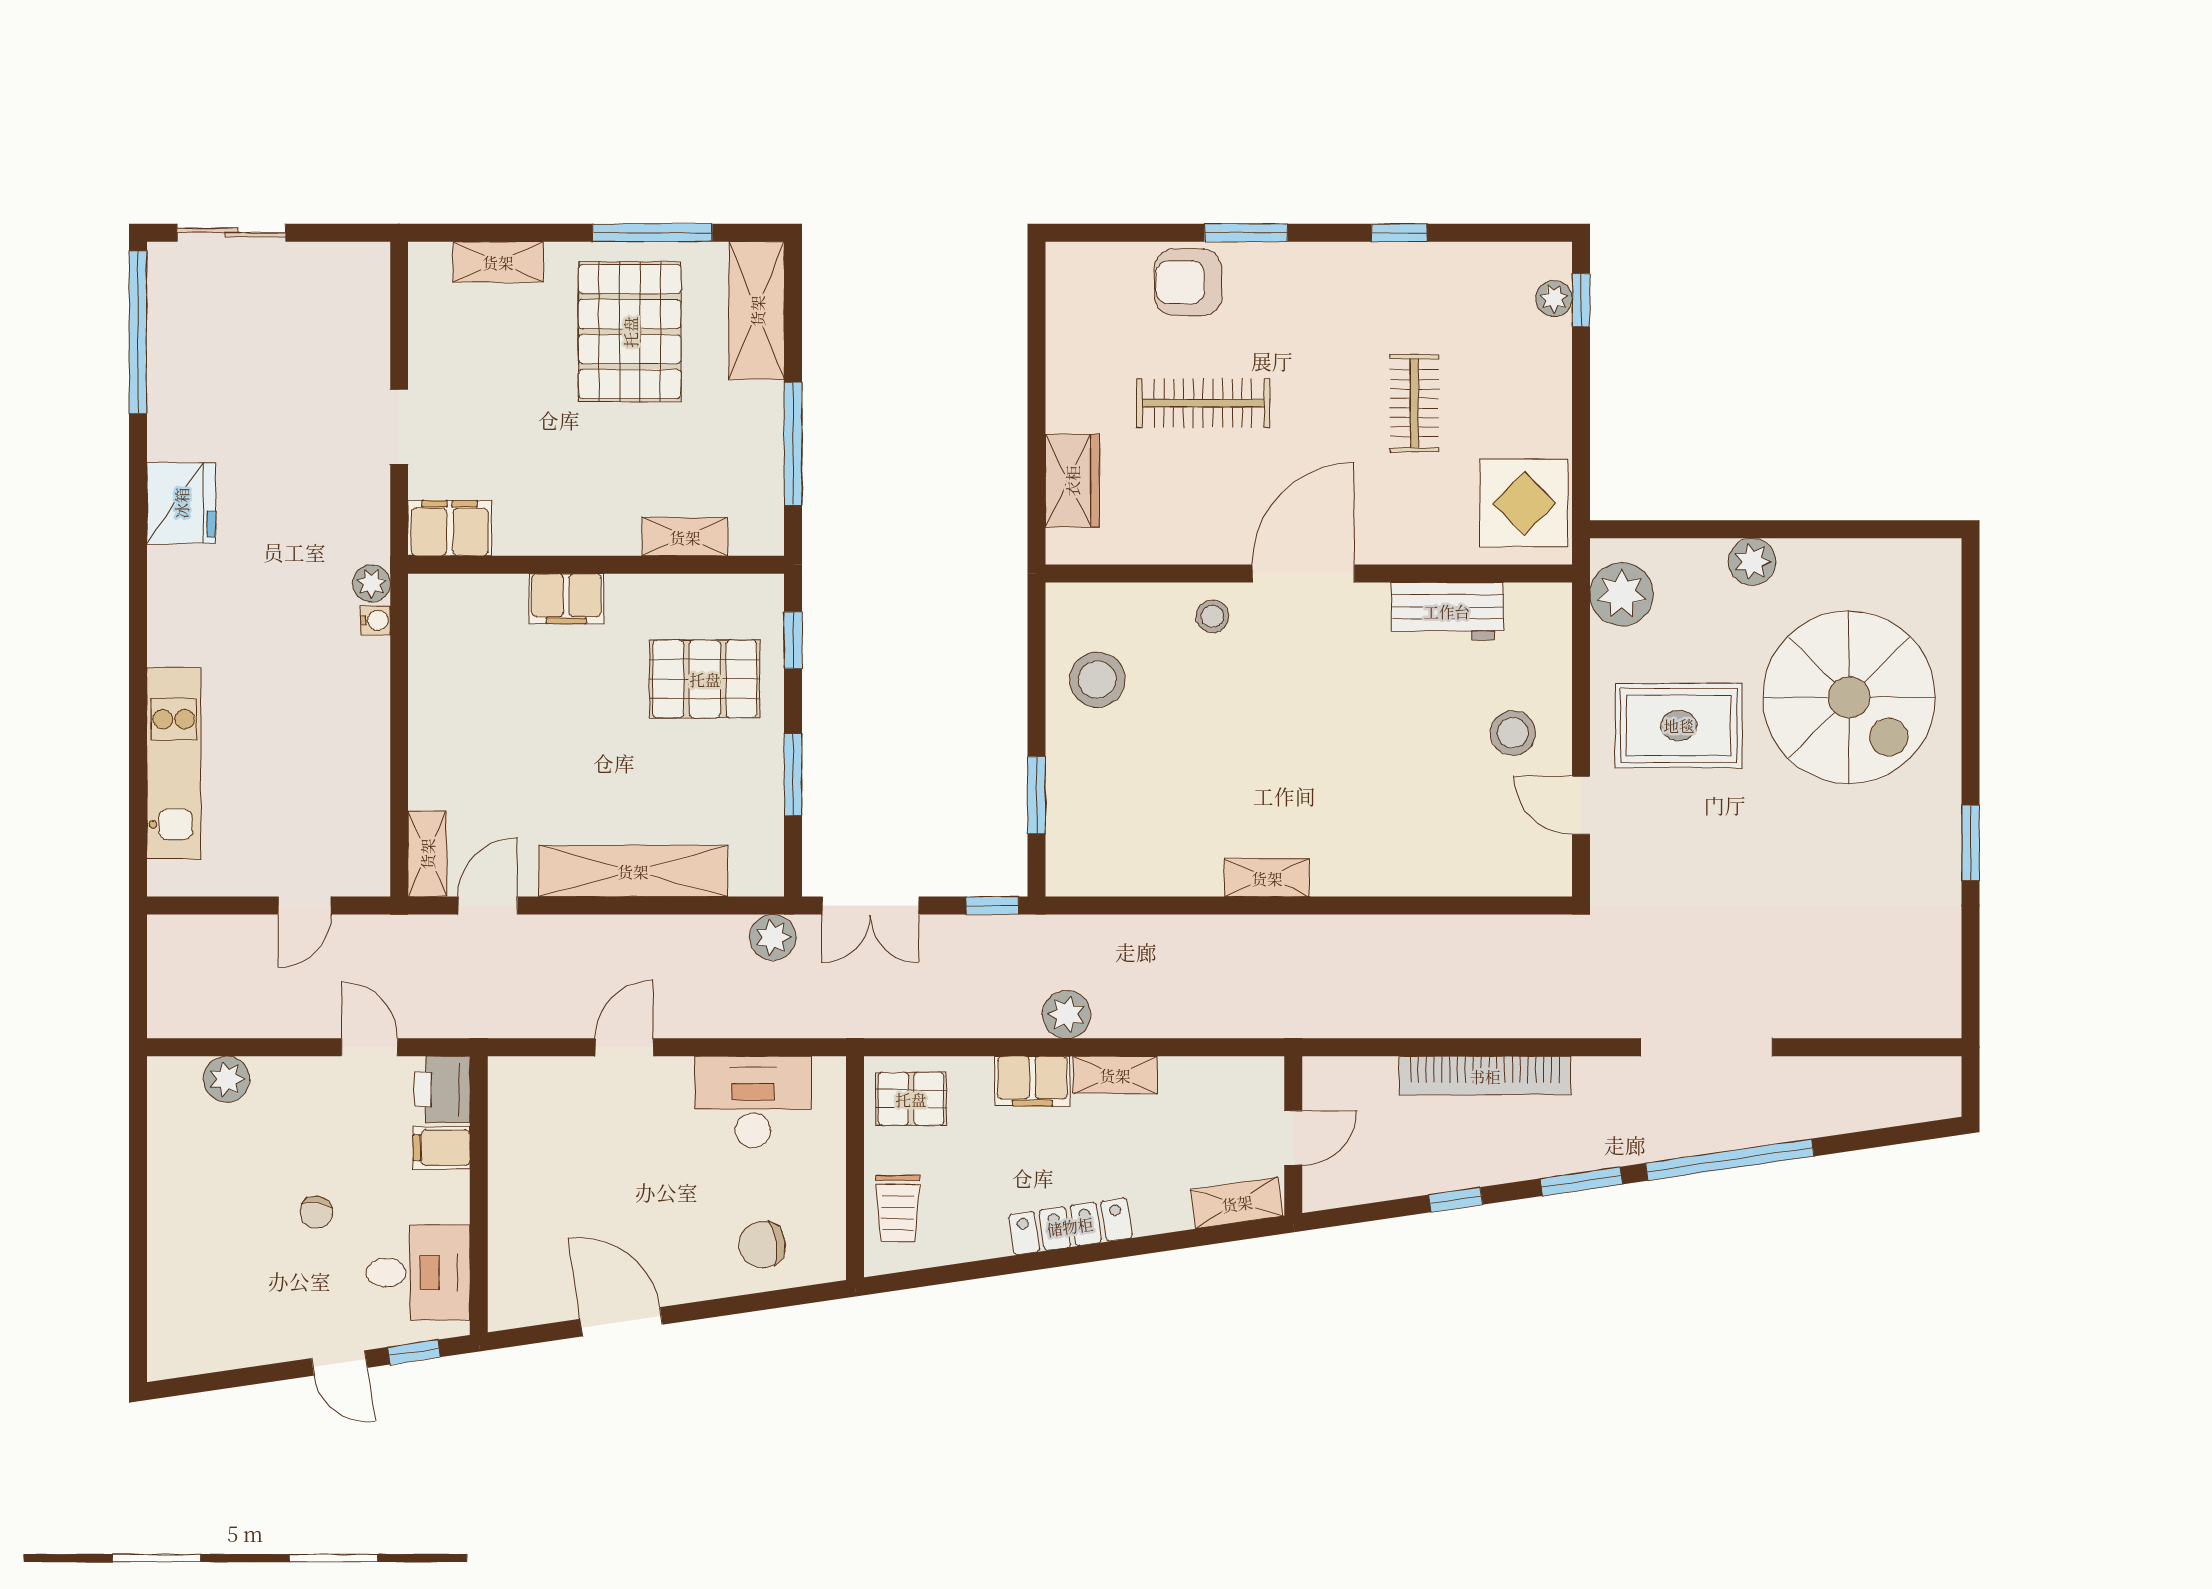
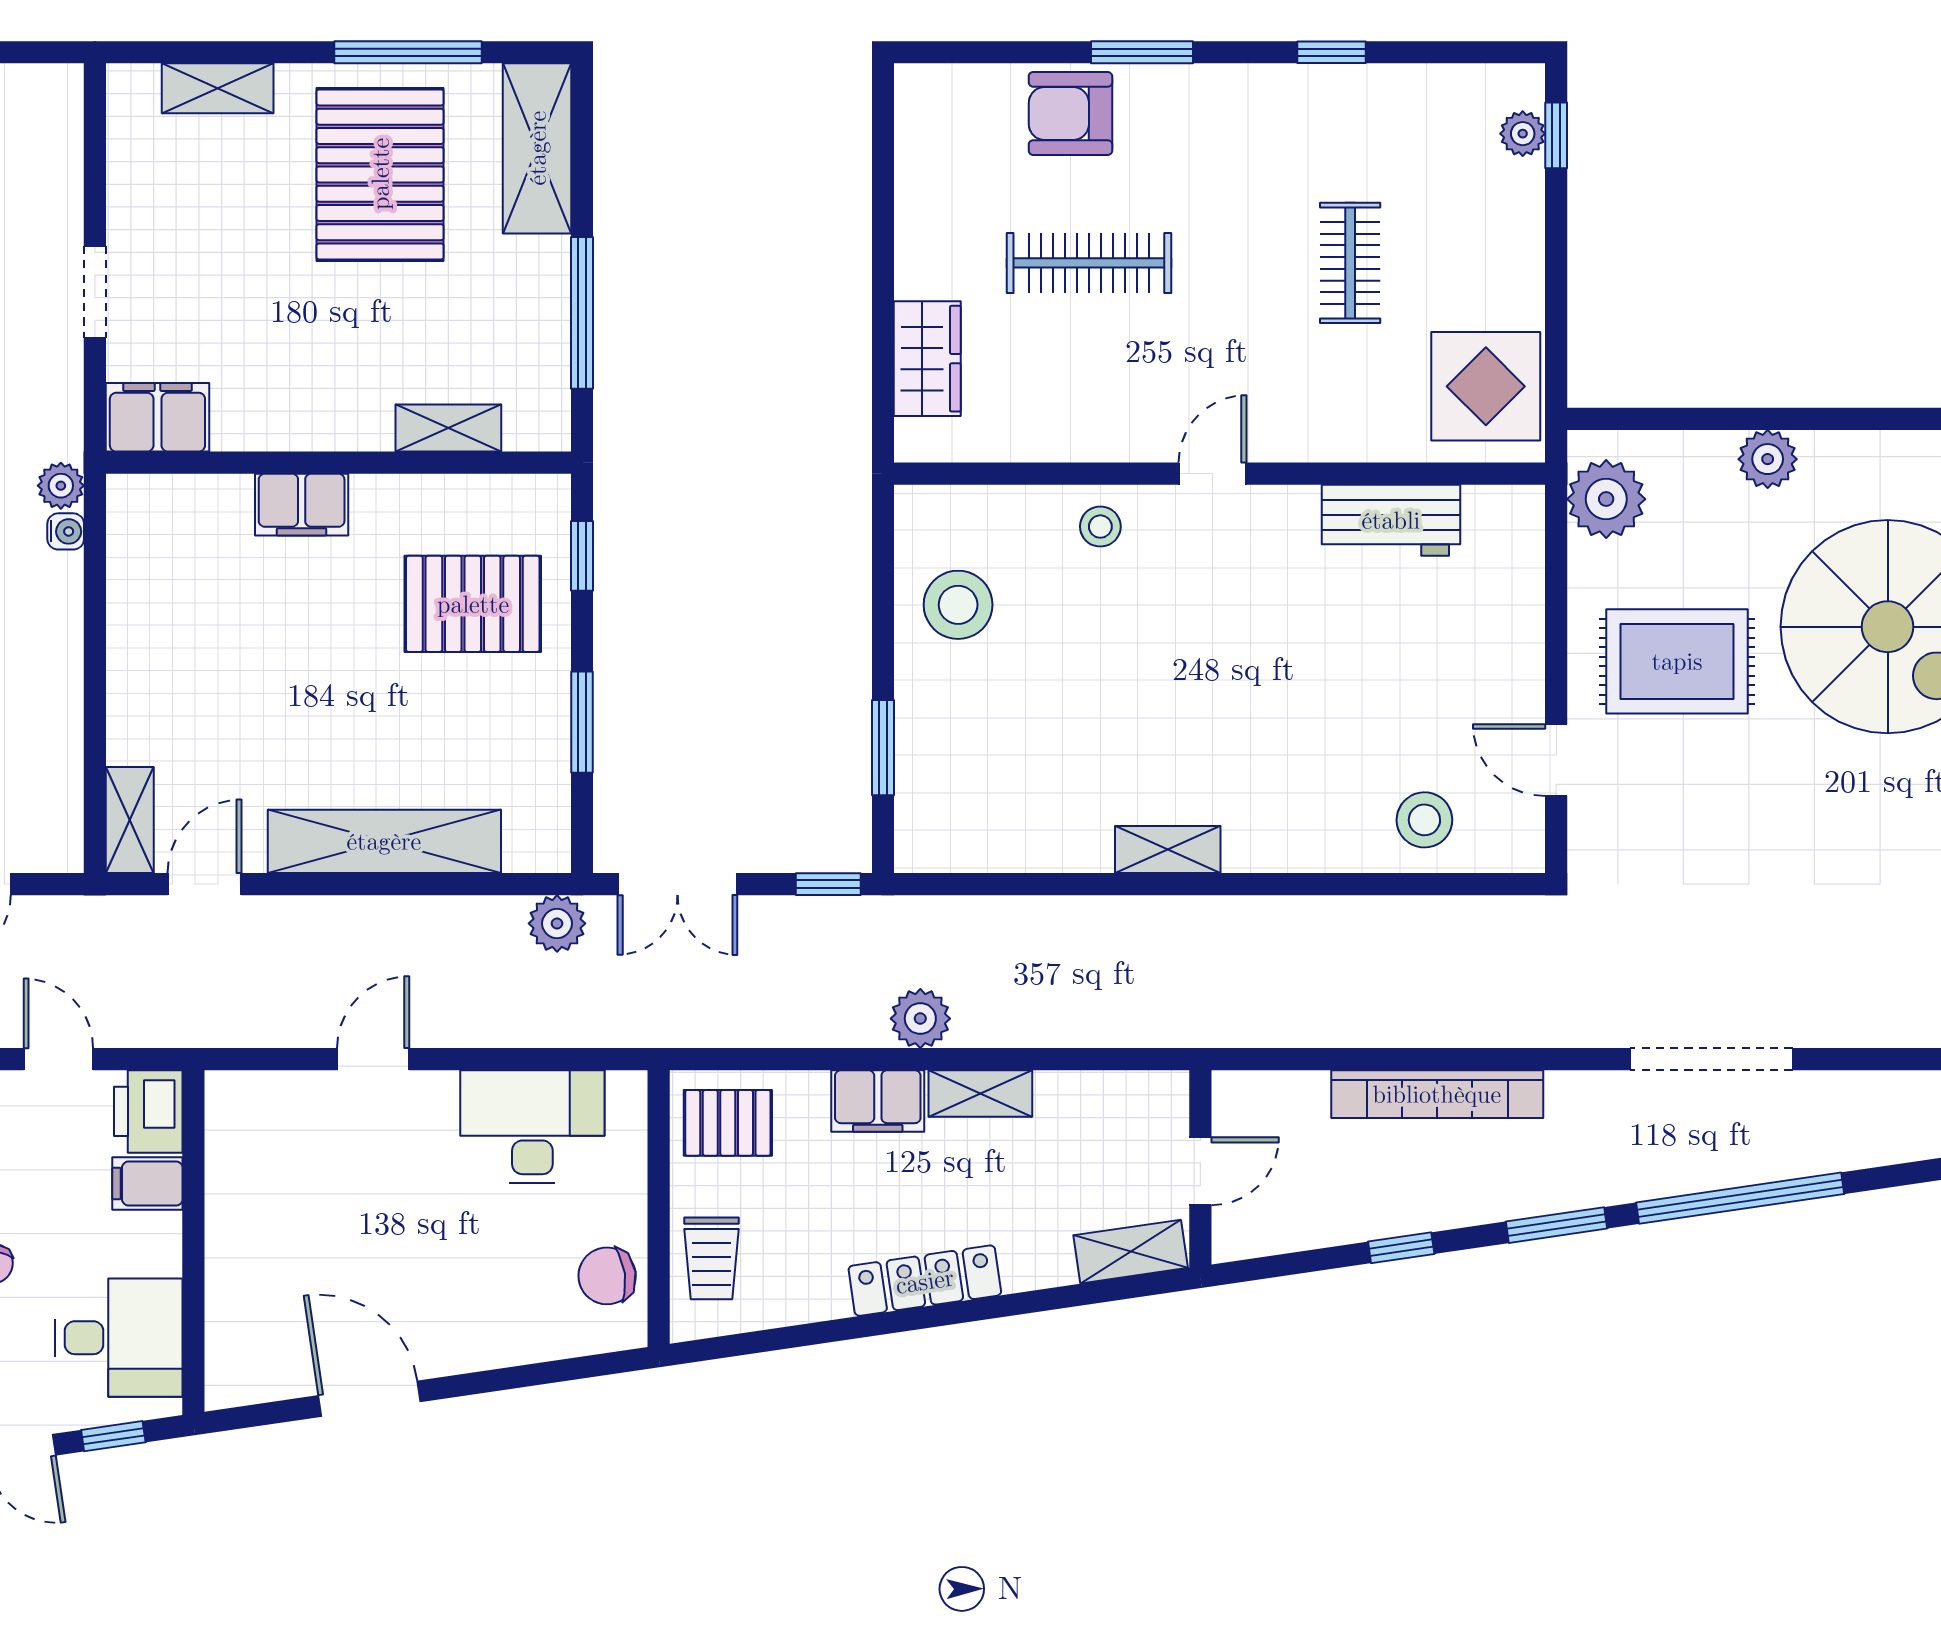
door: (1303, 574) -> (1213, 474), width x0.53
stool: (1513, 733) -> (1424, 820), moved
chair: (762, 1245) -> (607, 1276), moved

